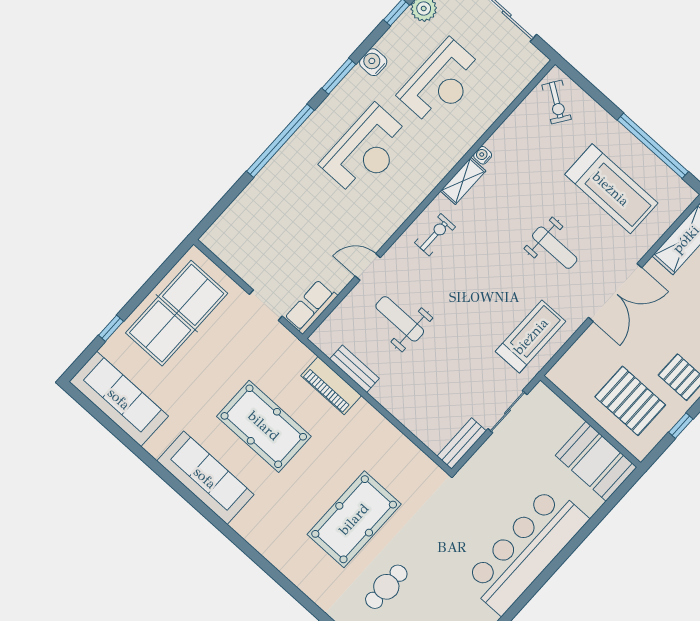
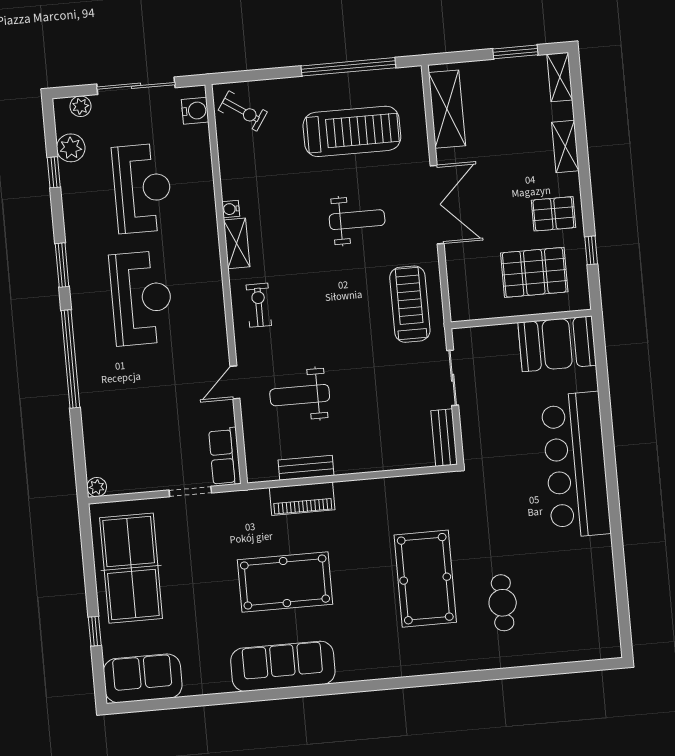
water cooler: (373, 62) -> (195, 111), moved, turned 180
plant: (210, 239) -> (97, 487), added
sofa: (119, 399) -> (143, 678), width x0.73

